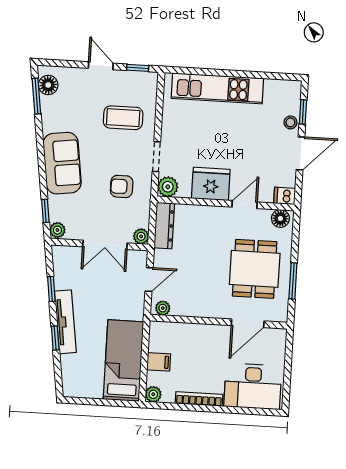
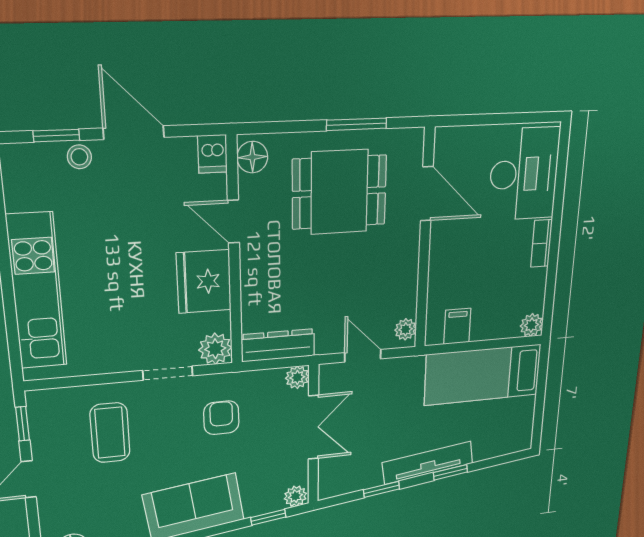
armchair: (122, 186) -> (221, 418), turned 180
filing cabinet: (159, 362) -> (457, 326), moved
bookcase: (199, 399) -> (541, 243), width x0.64

